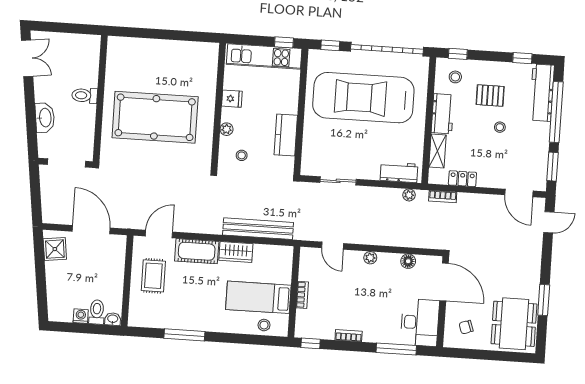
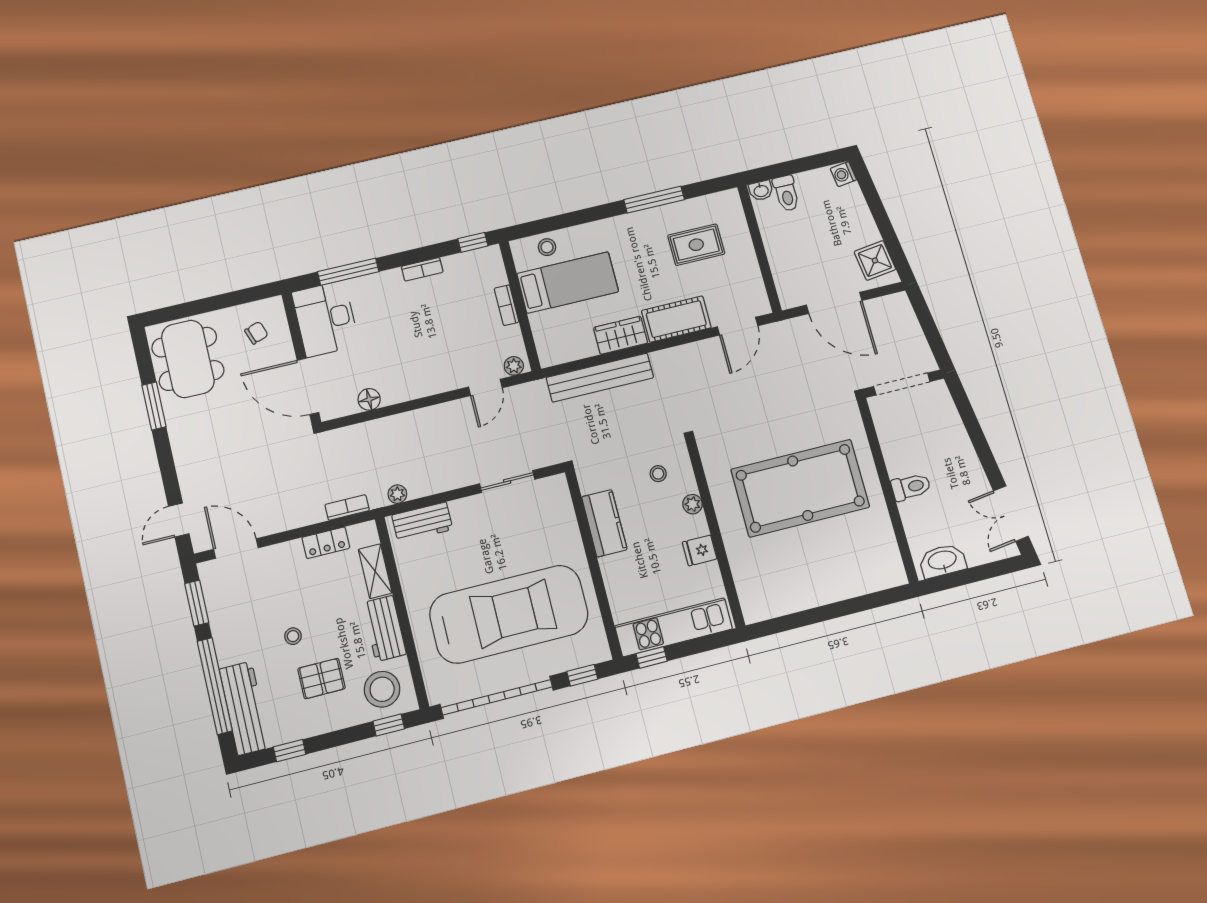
stool: (455, 77) -> (382, 689), width x1.89, depth x1.89
washbasin: (45, 118) -> (942, 561), moved, turned 97
door: (333, 246) -> (485, 387), swing flipped
plant: (370, 258) -> (514, 366), moved
rug: (153, 276) -> (696, 245), moved, turned 90
washing machine: (81, 316) -> (843, 174), moved, turned 83

